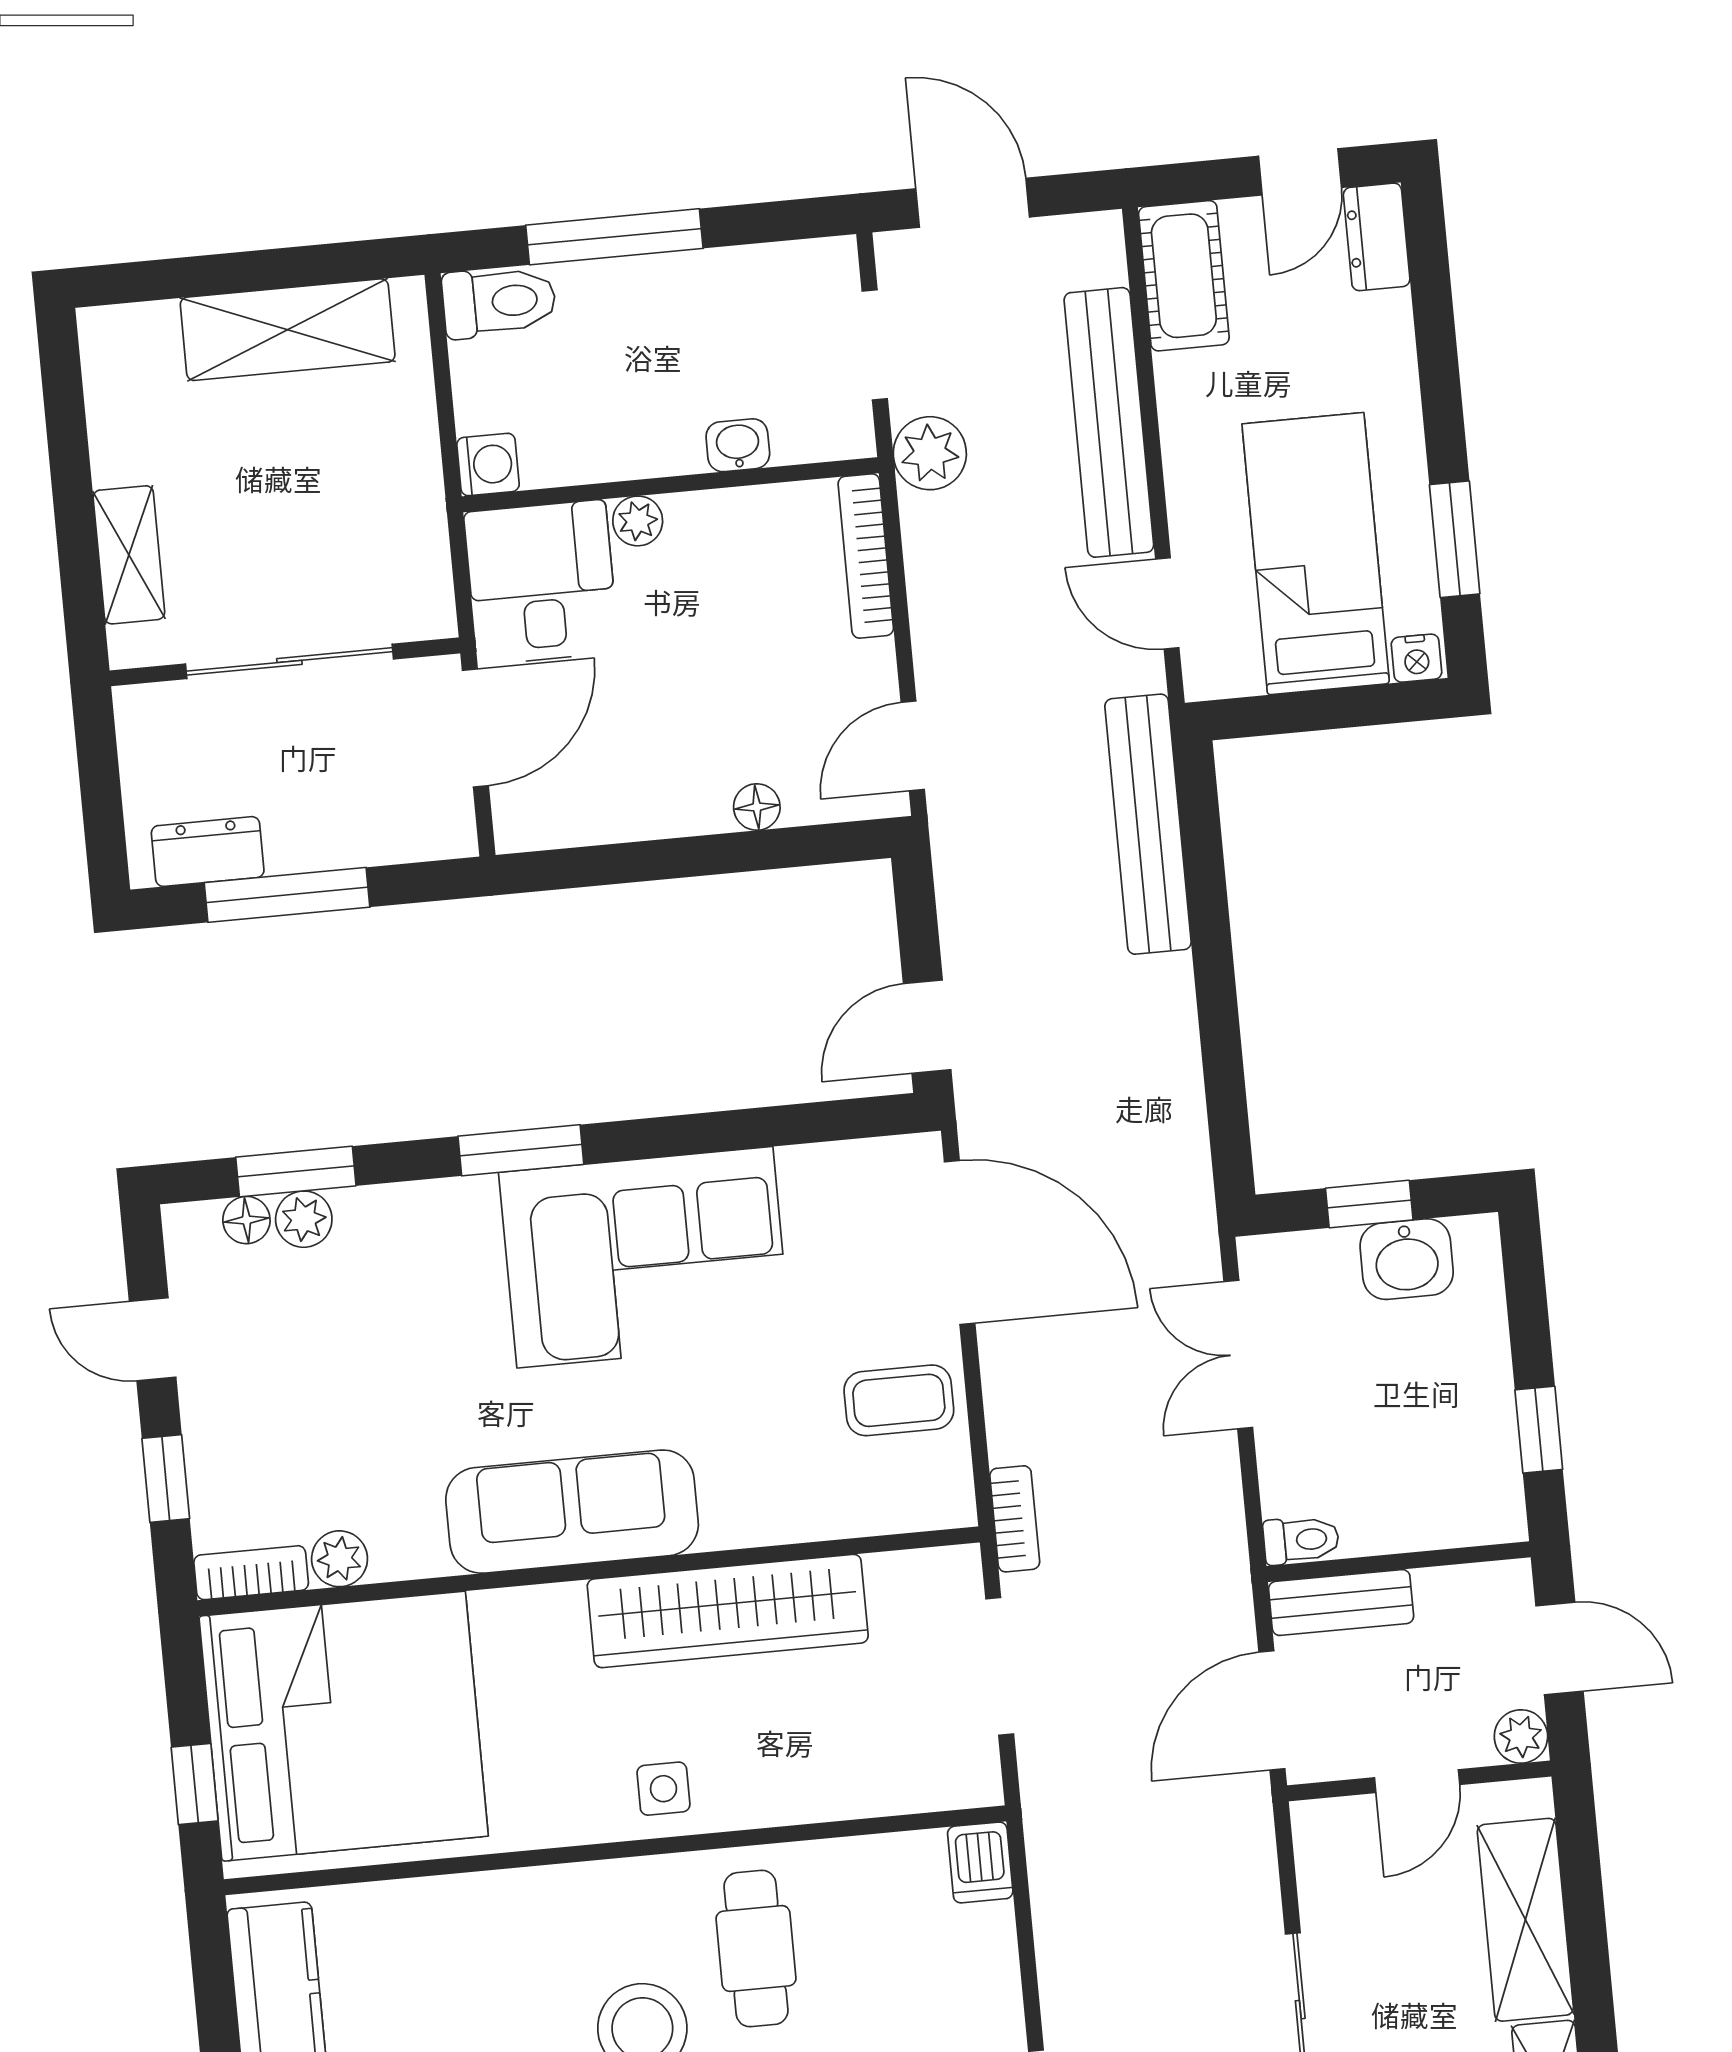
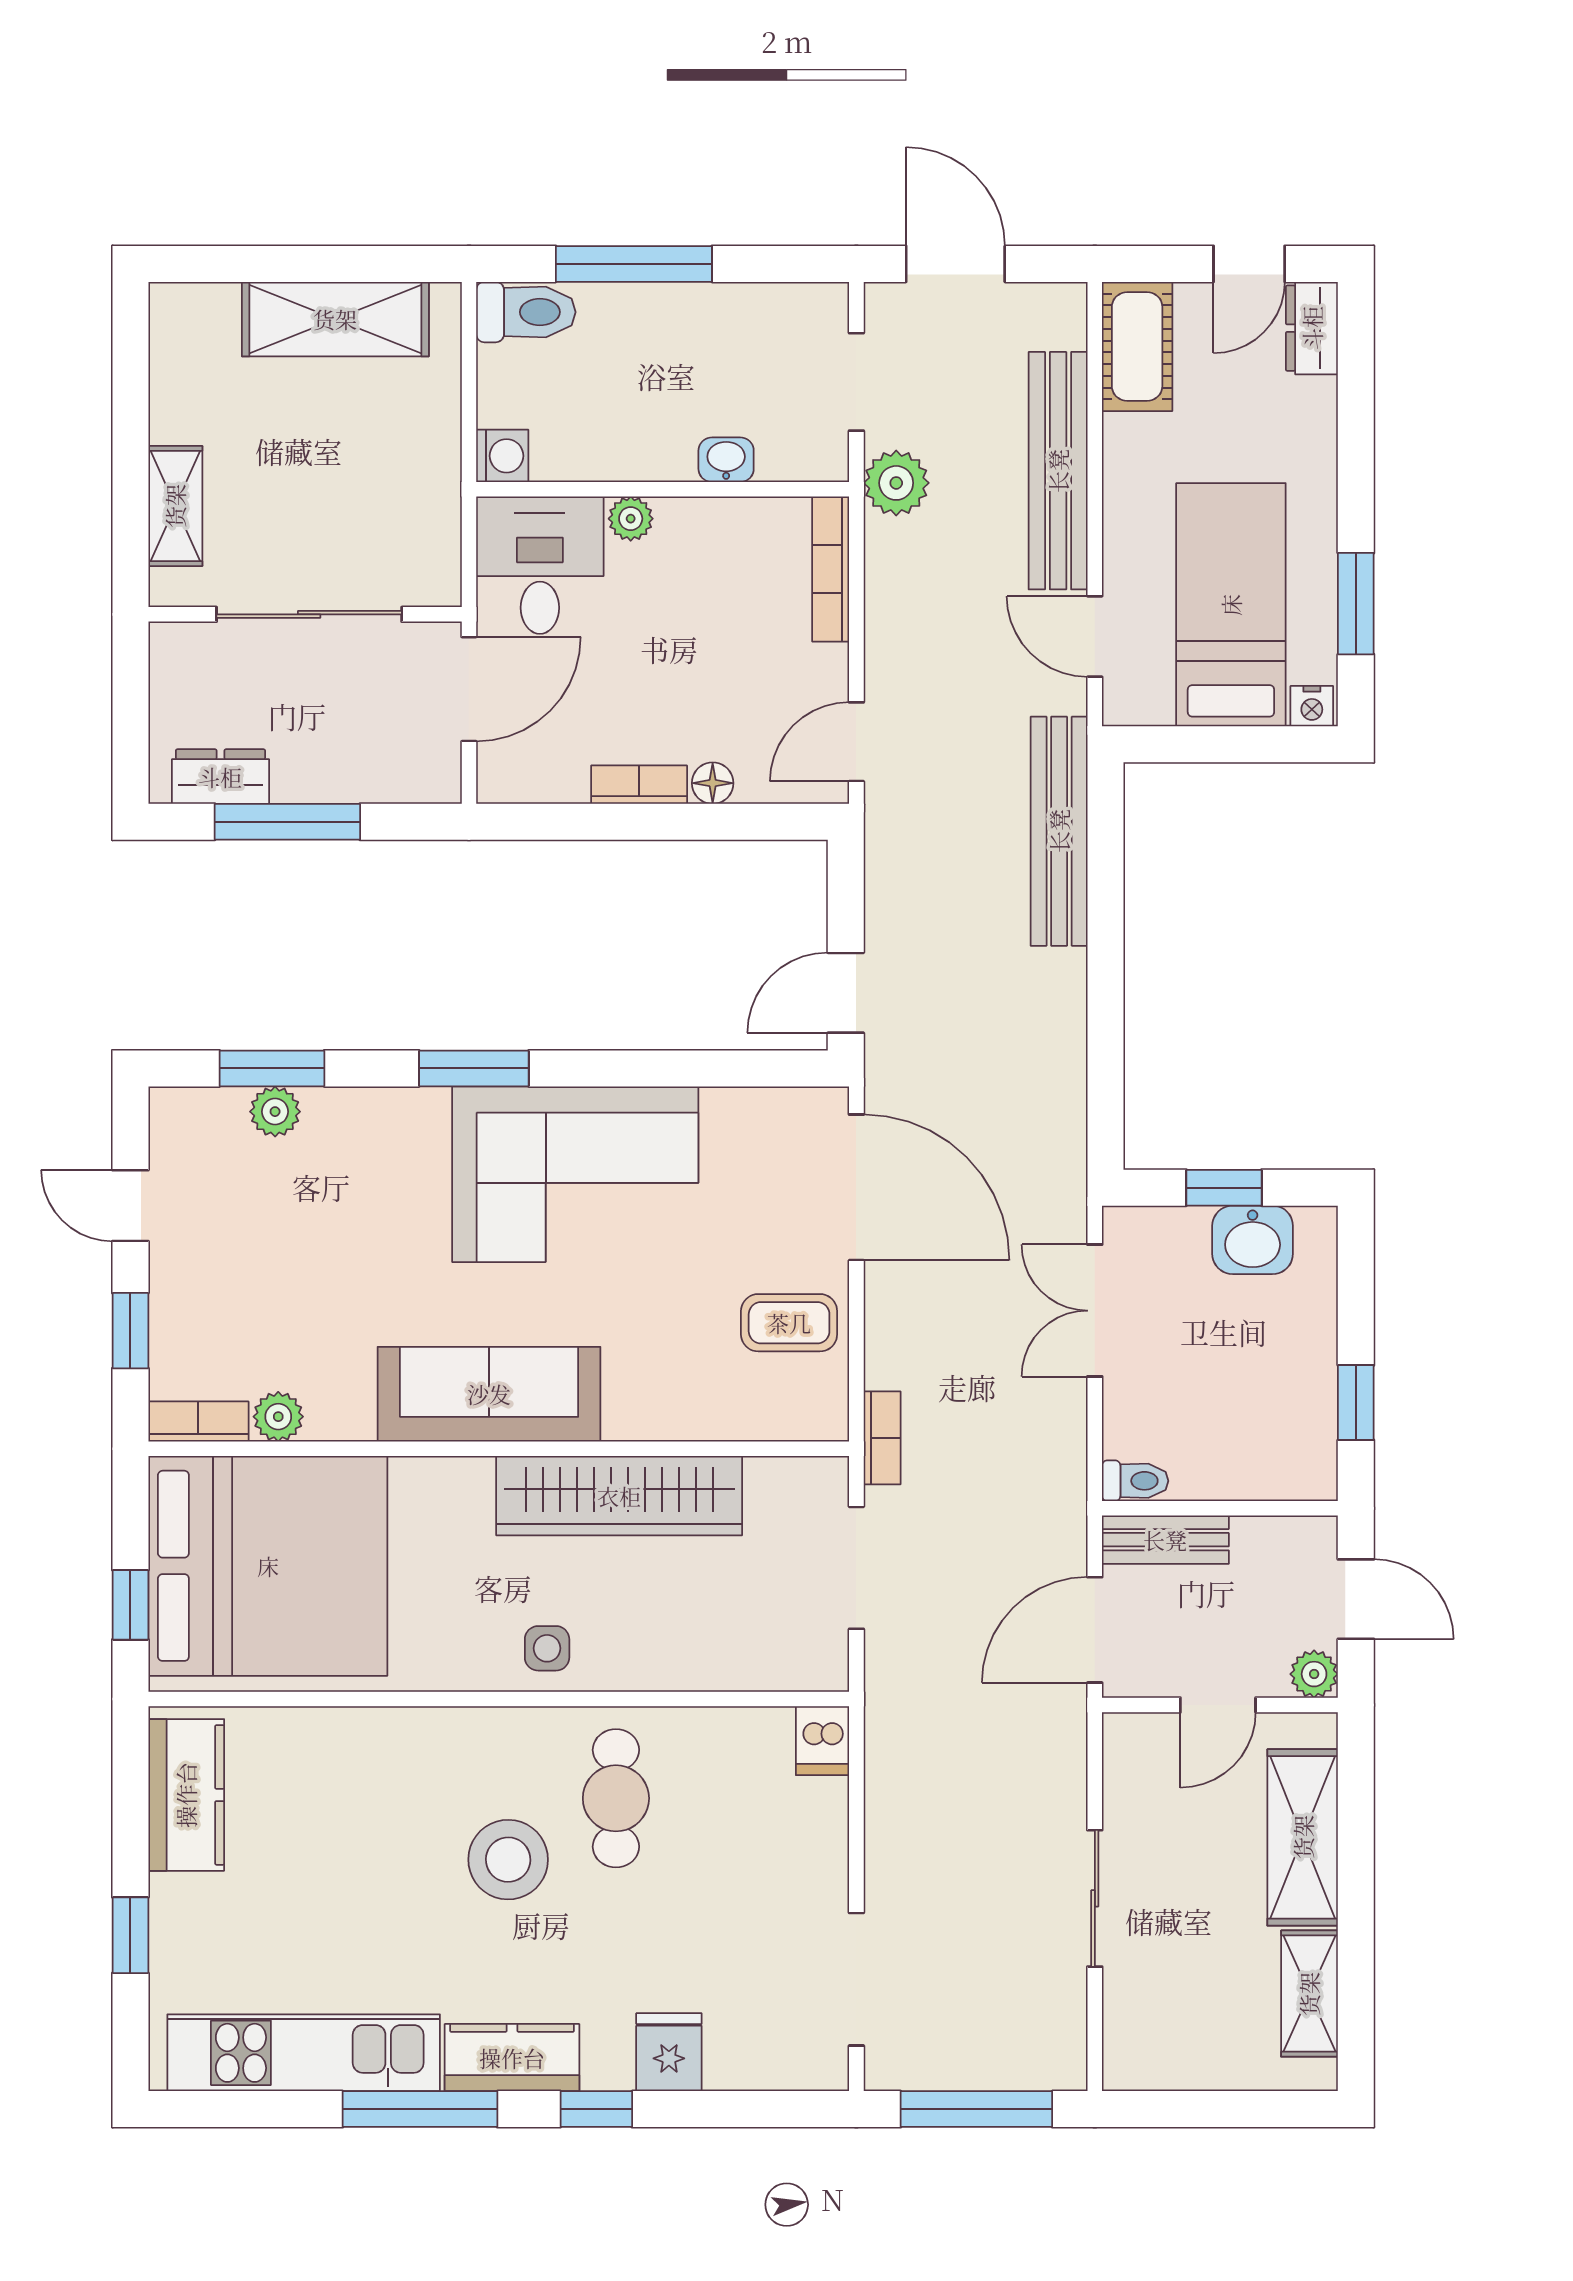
bookcase: (675, 817) -> (639, 785), added
floor lamp: (246, 1220) -> (224, 1108), removed

